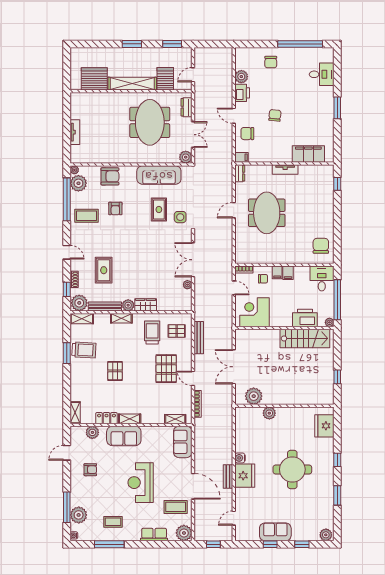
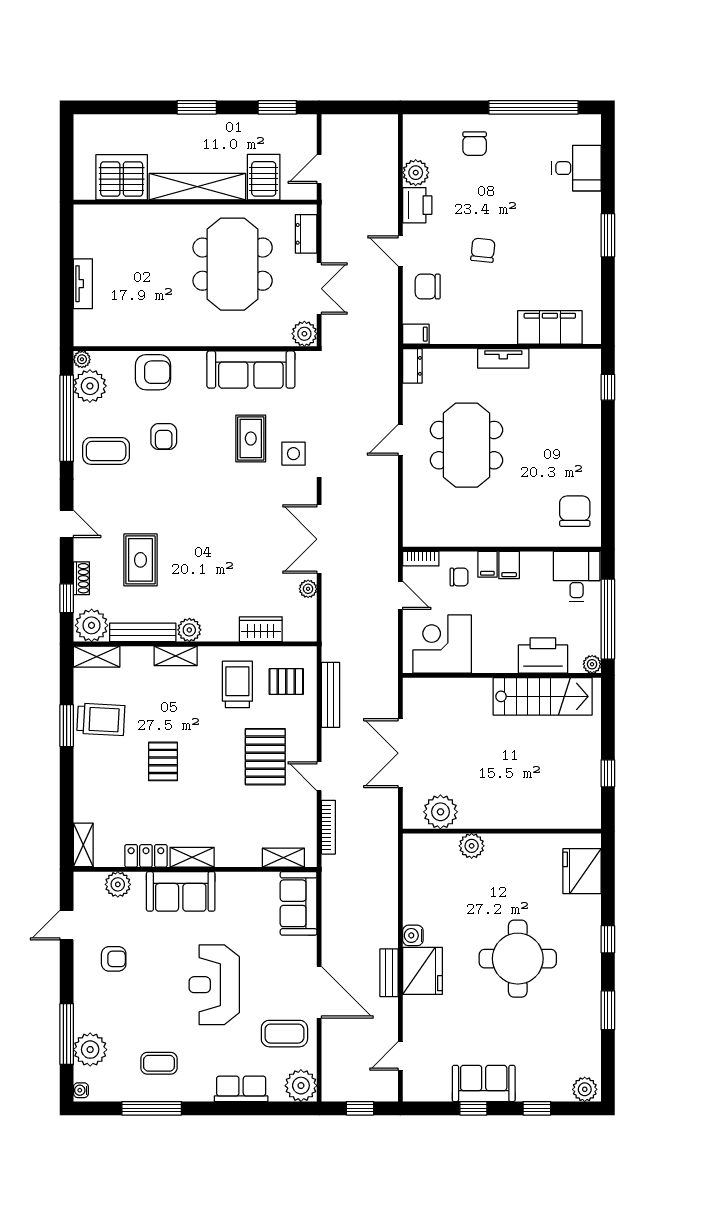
wardrobe: (146, 305) -> (261, 629), moved

